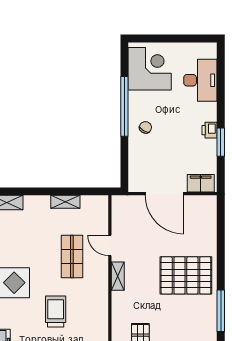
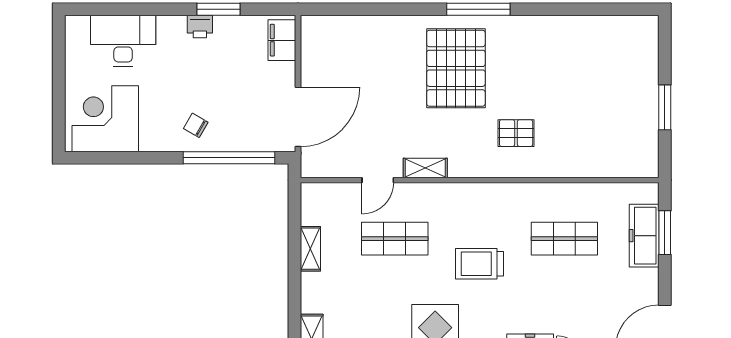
window: (124, 106) -> (229, 158), moved
door: (164, 194) -> (298, 117), moved
pallet: (186, 275) -> (456, 68), moved

